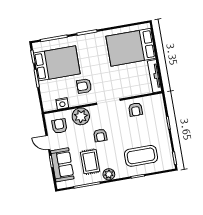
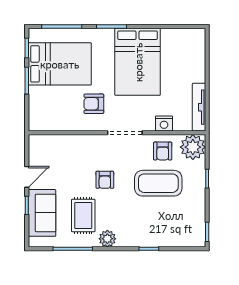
bed: (131, 47) -> (138, 62), moved, turned -90
nightstand: (62, 103) -> (164, 124), moved
plant: (81, 116) -> (193, 147), moved
armchair: (59, 126) -> (48, 156), removed
door: (48, 143) -> (27, 177), swing flipped
coffee table: (141, 156) -> (158, 183), moved

